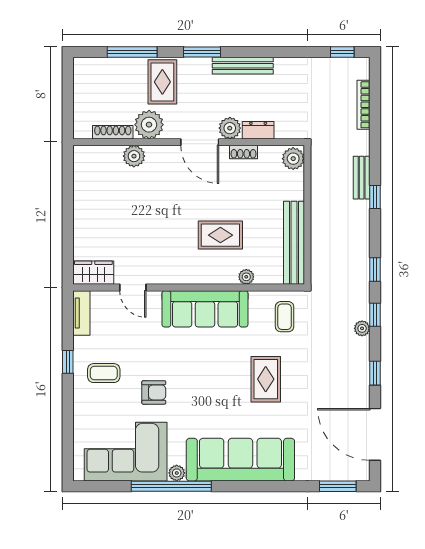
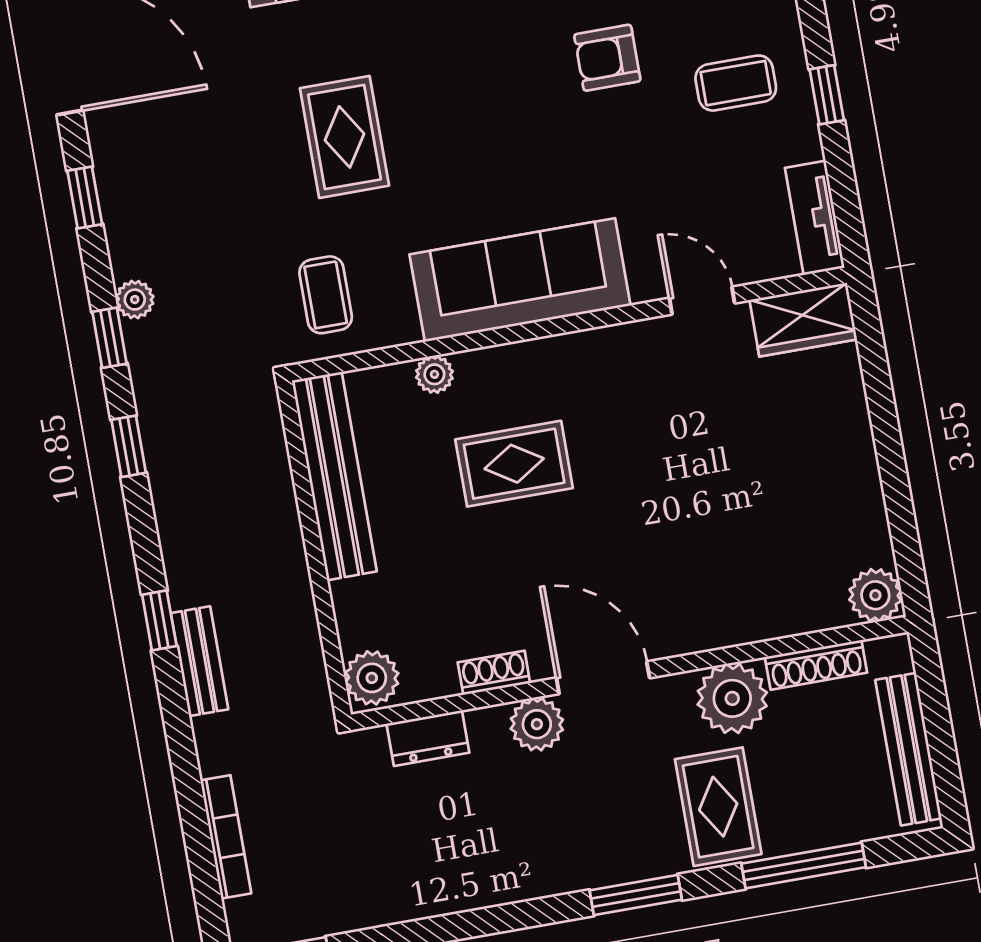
bench: (243, 66) -> (908, 749), moved, turned 90
dresser: (258, 130) -> (428, 738), moved
plant: (134, 156) -> (875, 595), moved

